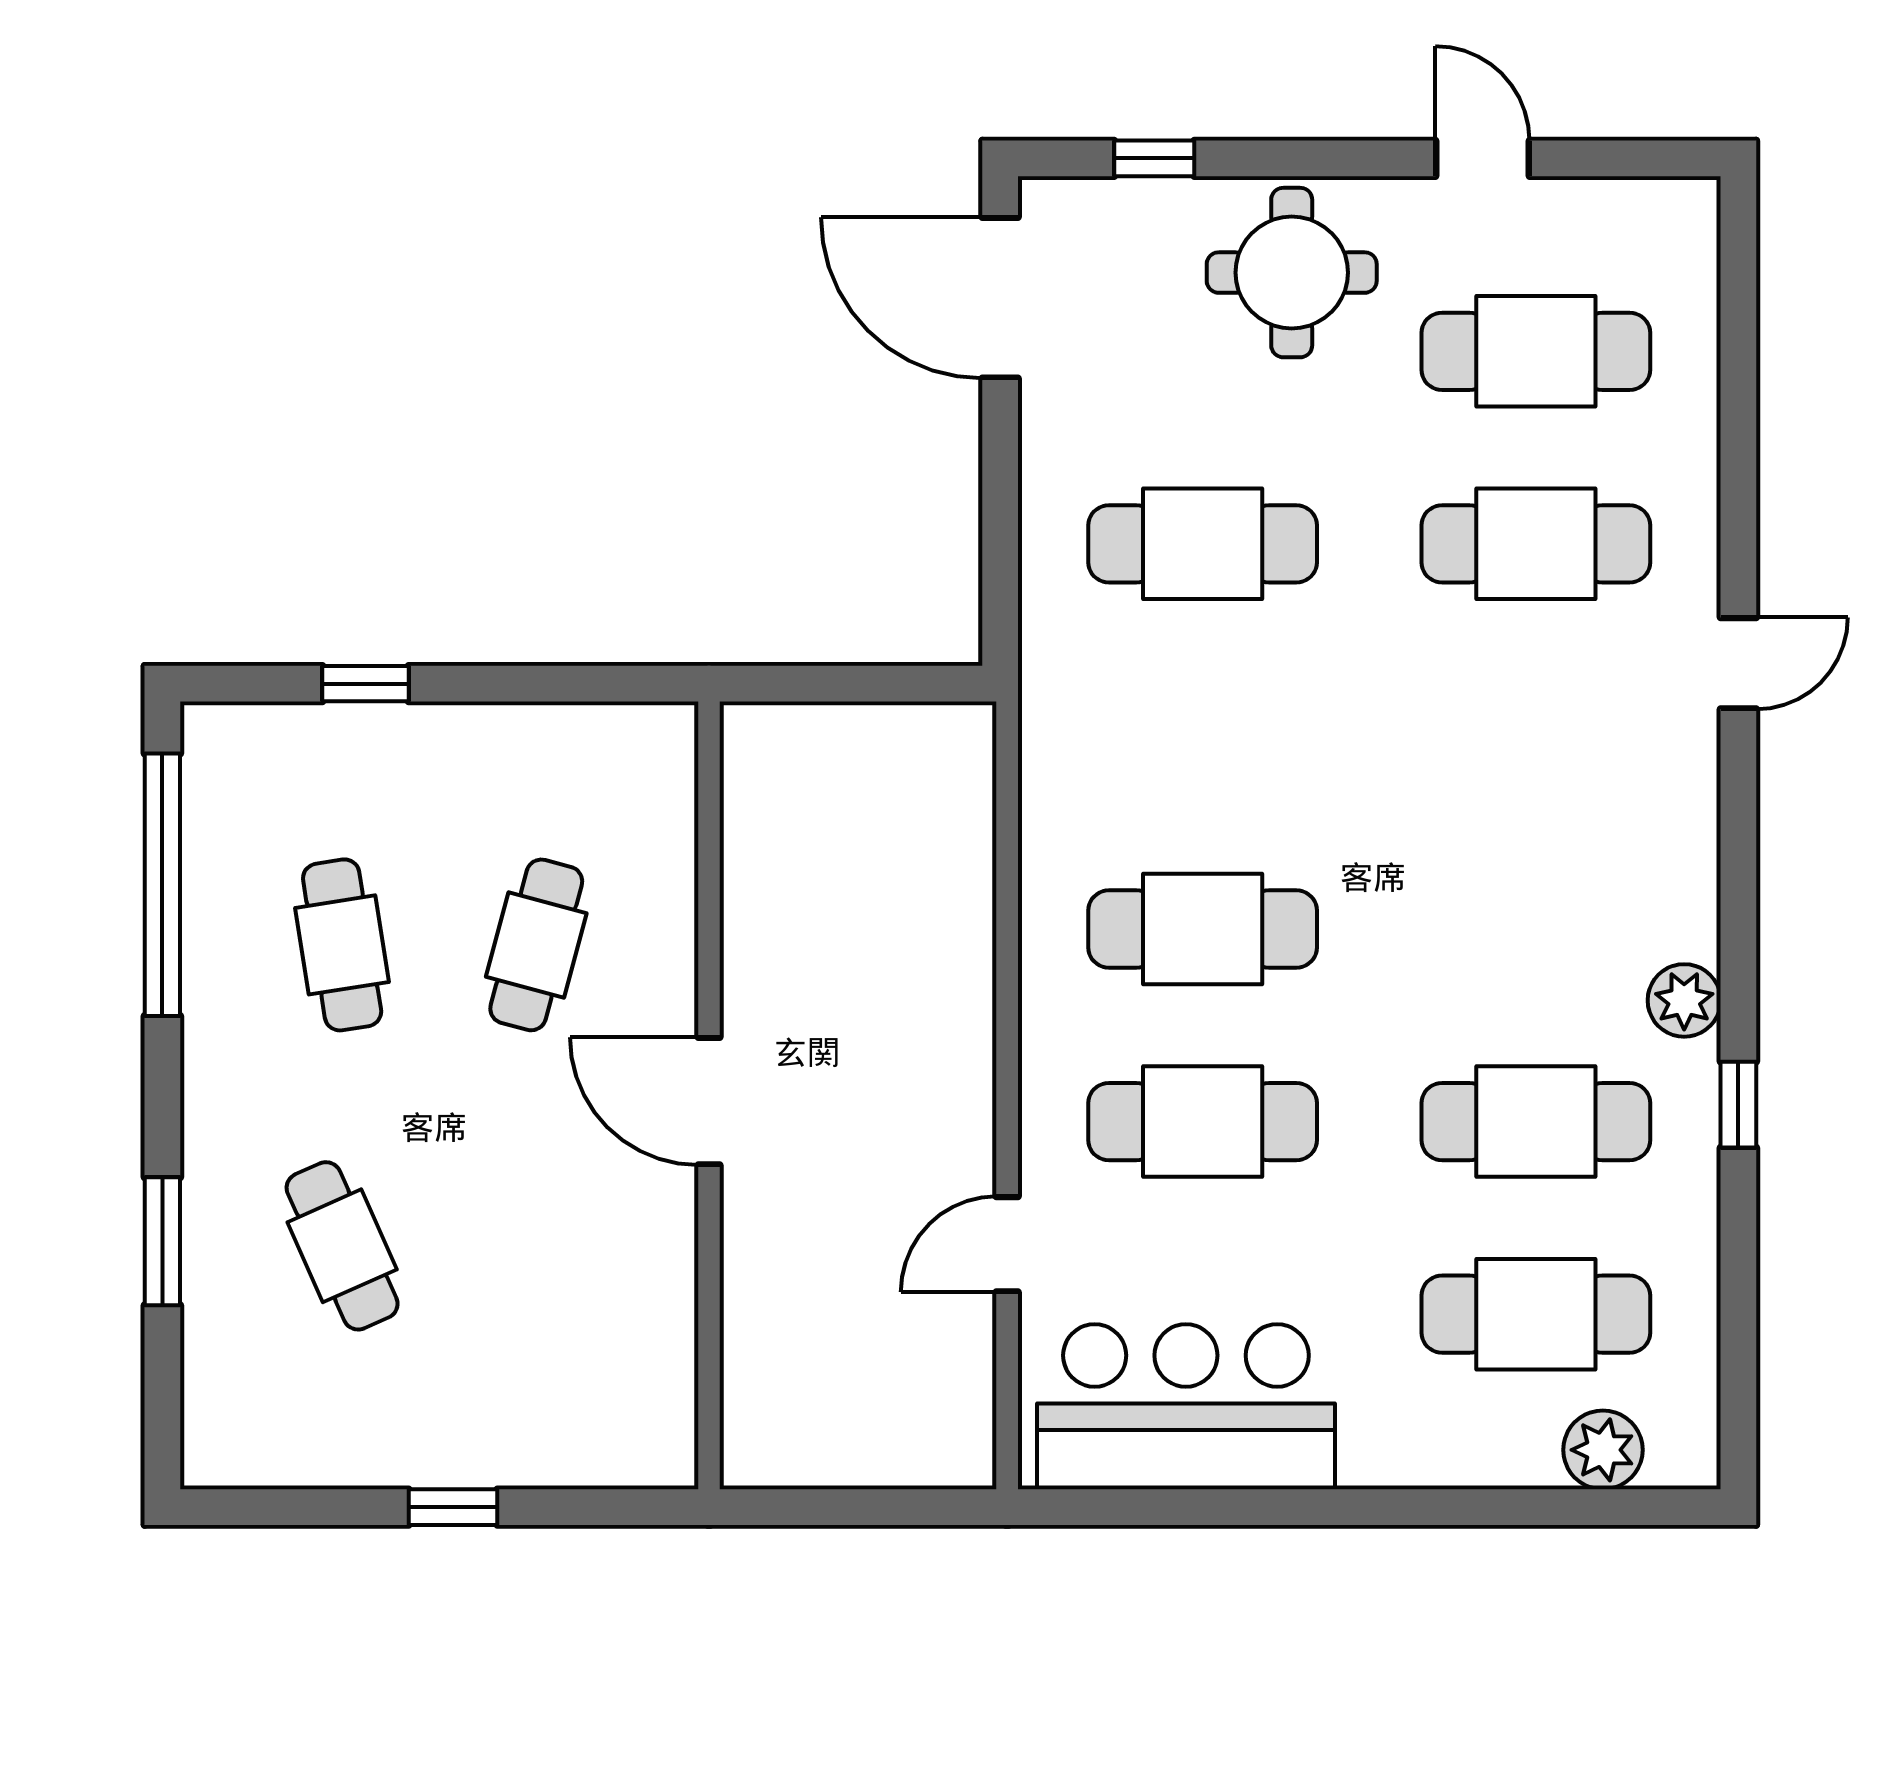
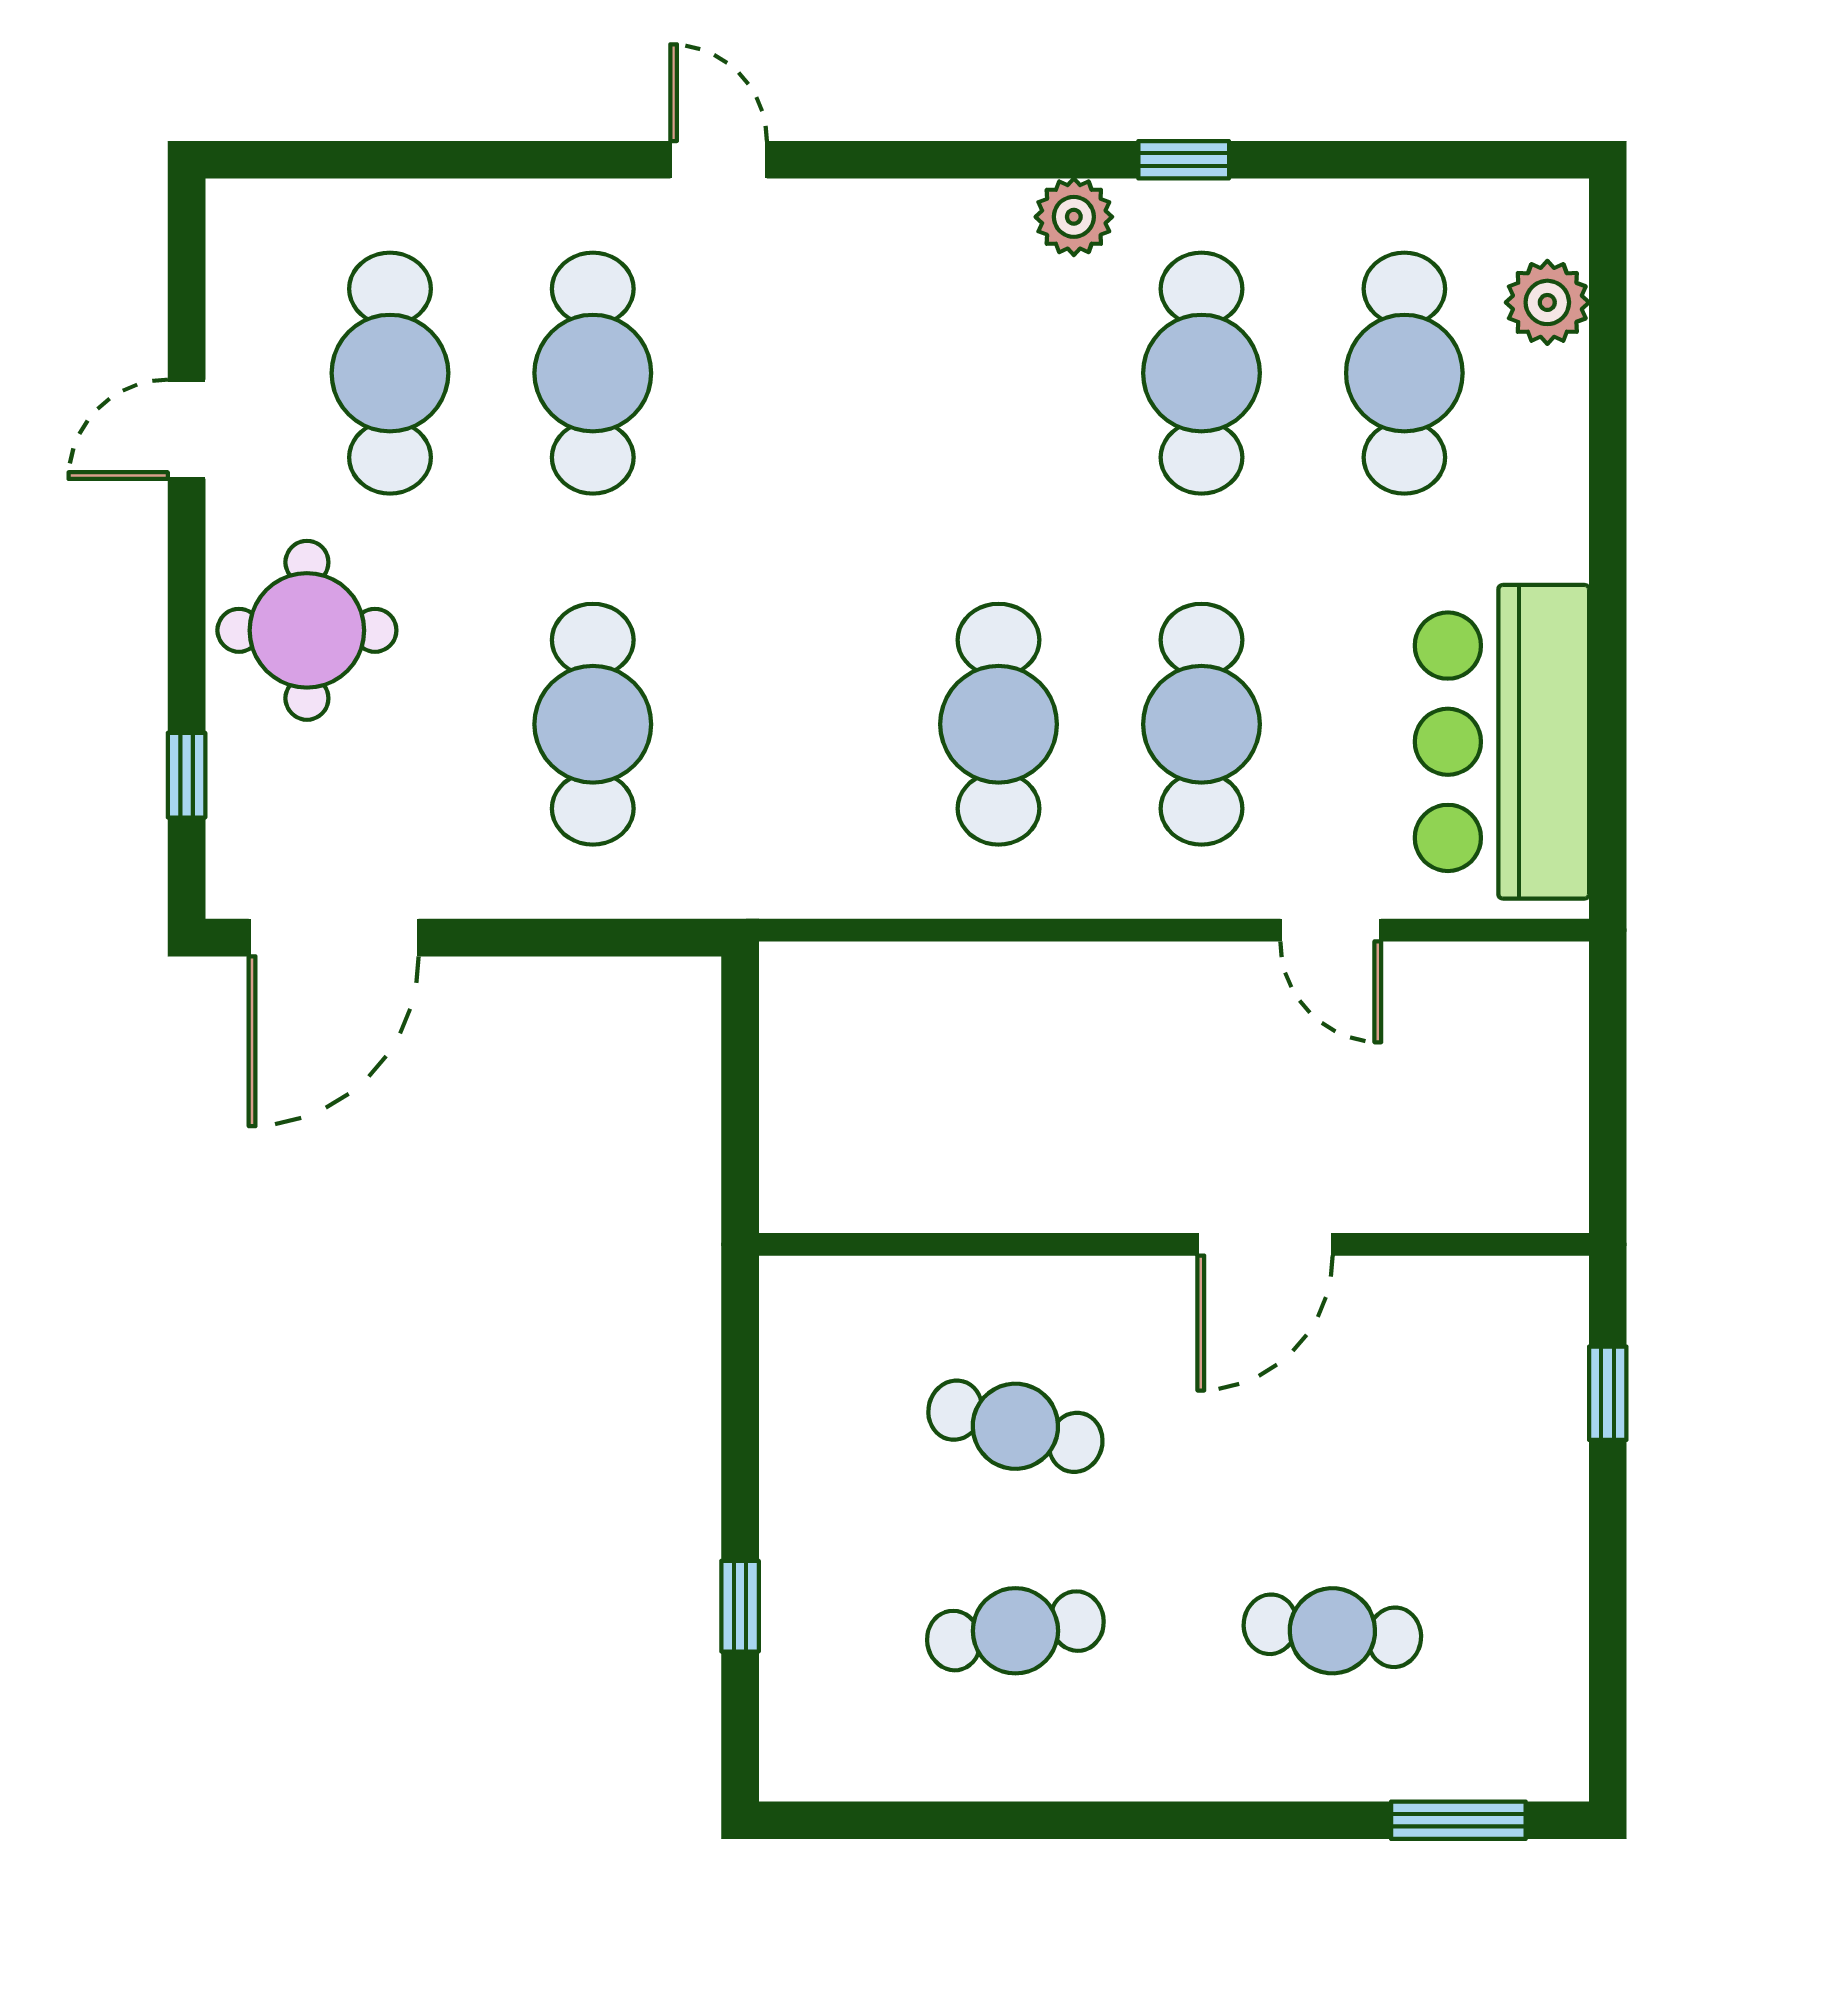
window: (162, 885) -> (952, 1820), removed
door: (709, 1101) -> (1265, 1244), moved
window: (162, 1241) -> (1458, 1820), moved
cafe table: (342, 1246) -> (1332, 1631), turned 30
window: (453, 1507) -> (1608, 1393), moved

